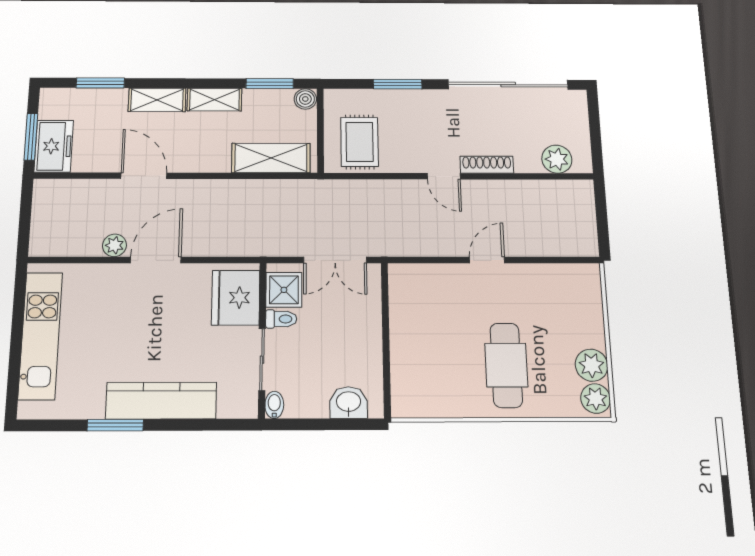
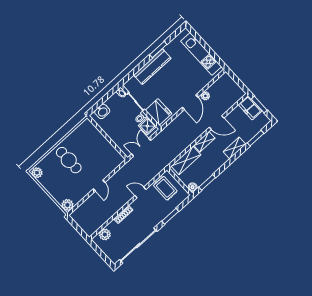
shelving: (214, 100) -> (204, 142), moved
door: (444, 176) -> (140, 192), moved
plant: (592, 365) -> (67, 205), moved

